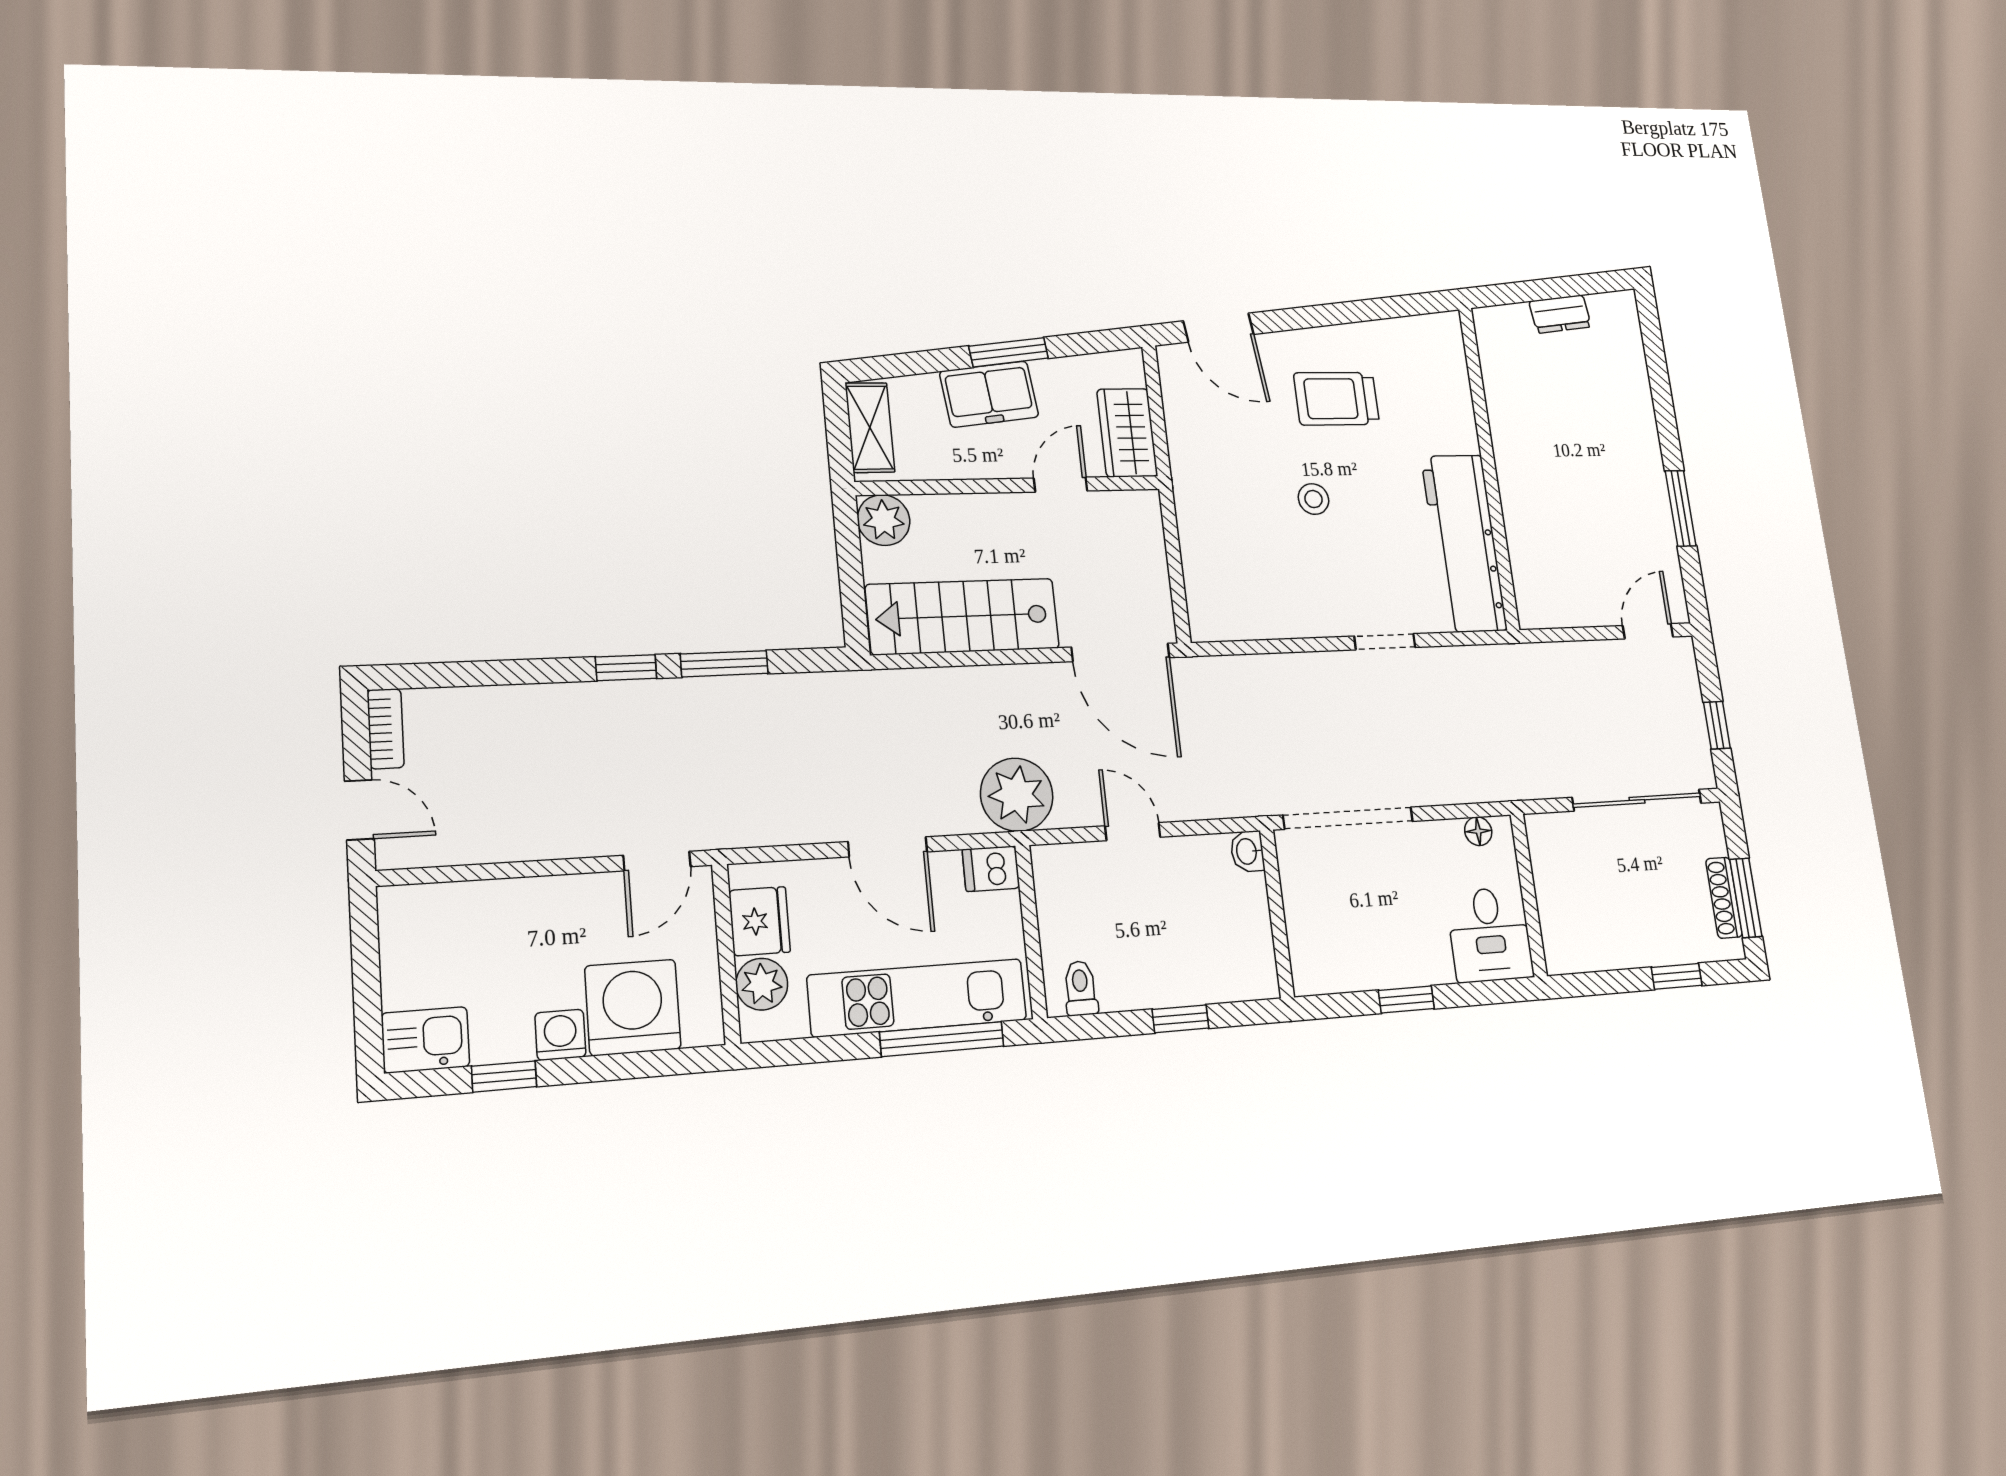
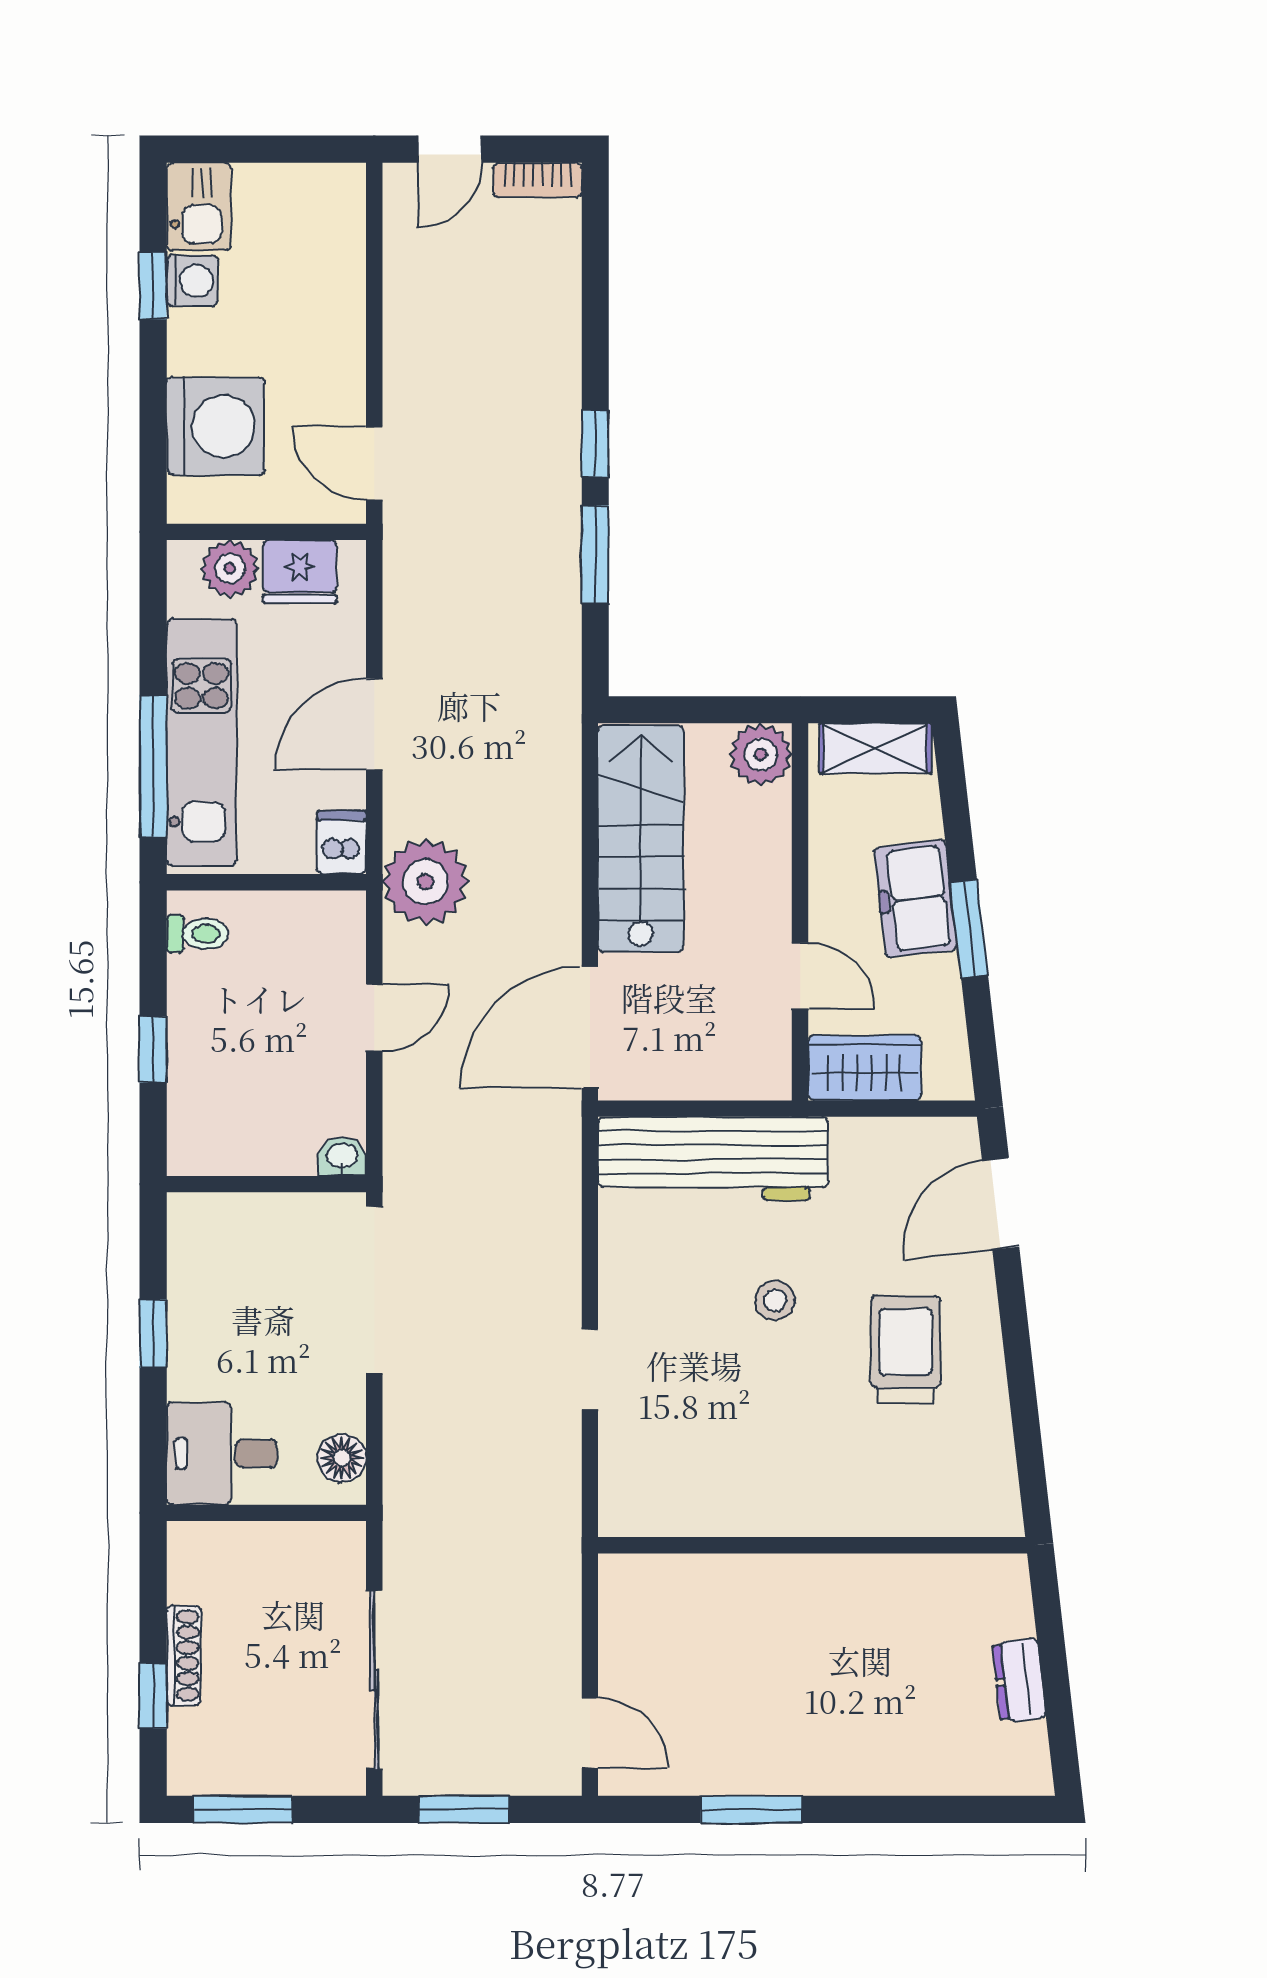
workbench: (1464, 543) -> (713, 1159), moved, turned 180
window: (1717, 725) -> (464, 1809), width x1.50
floor lamp: (1478, 831) -> (342, 1458), width x1.37, depth x1.37
shoe rack: (1724, 898) -> (184, 1655), moved, turned 90
washing machine: (560, 1035) -> (192, 281), moved

